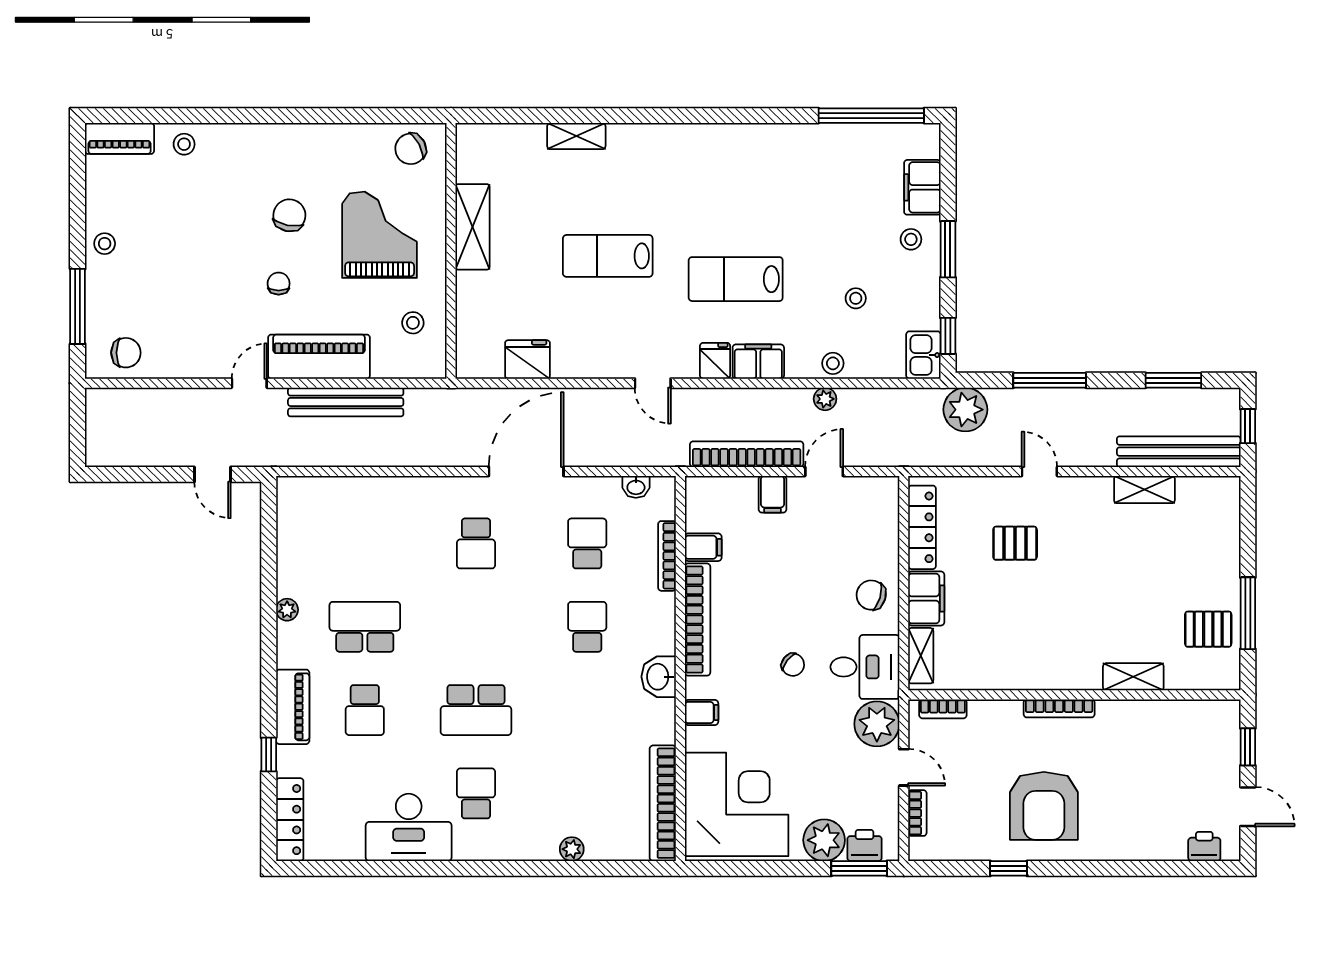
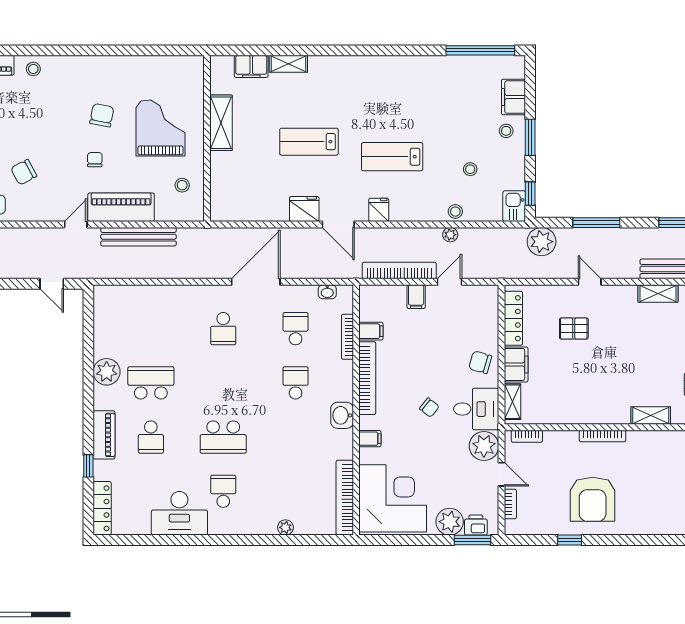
chair: (411, 149) -> (24, 172), moved
fridge: (527, 359) -> (304, 209), moved
filing cabinet: (758, 362) -> (251, 66), moved, turned 180
door: (653, 383) -> (338, 224), width x1.38
plant: (287, 610) -> (107, 372), width x1.88, depth x1.88

